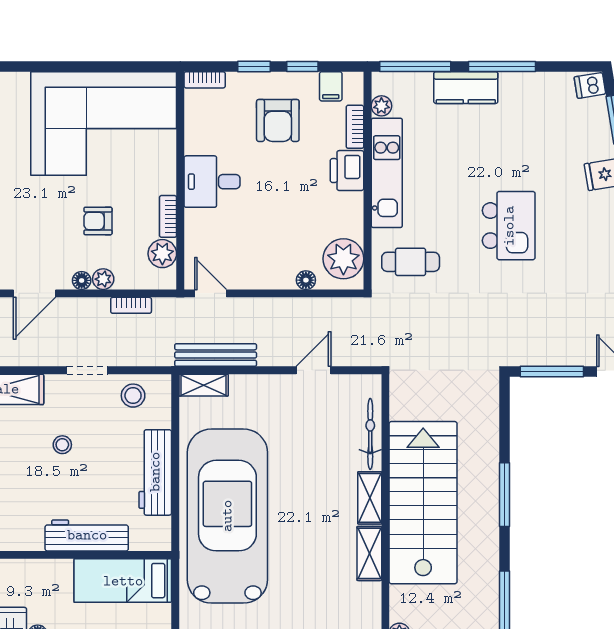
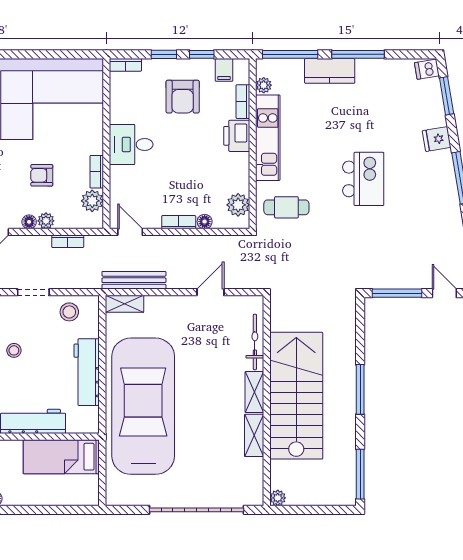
plant: (343, 259) -> (238, 205), width x0.73, depth x0.73
bookcase: (273, 281) -> (179, 222), added

